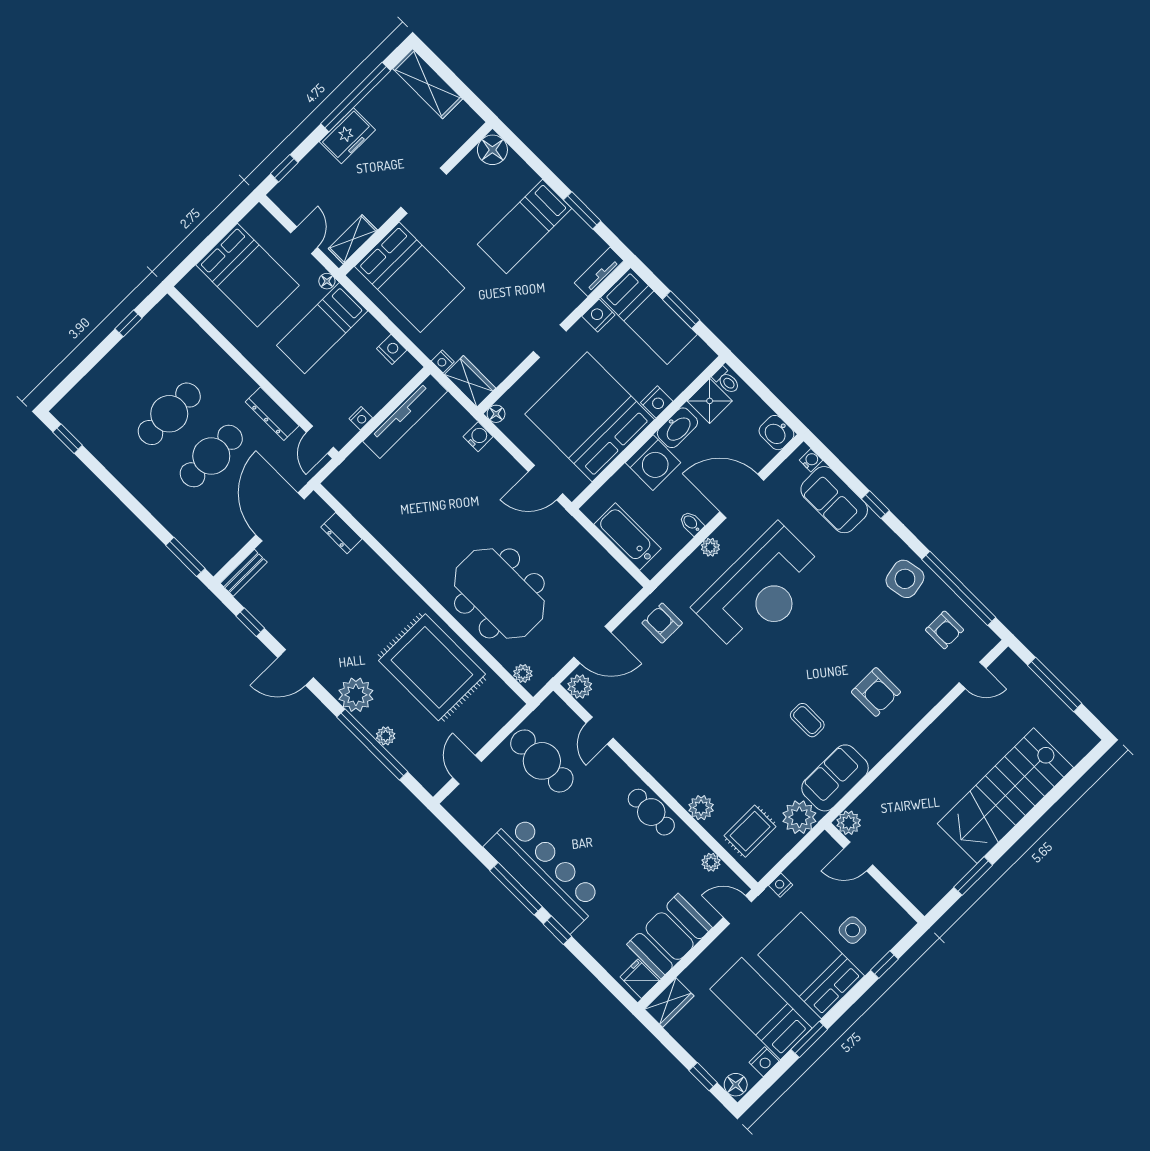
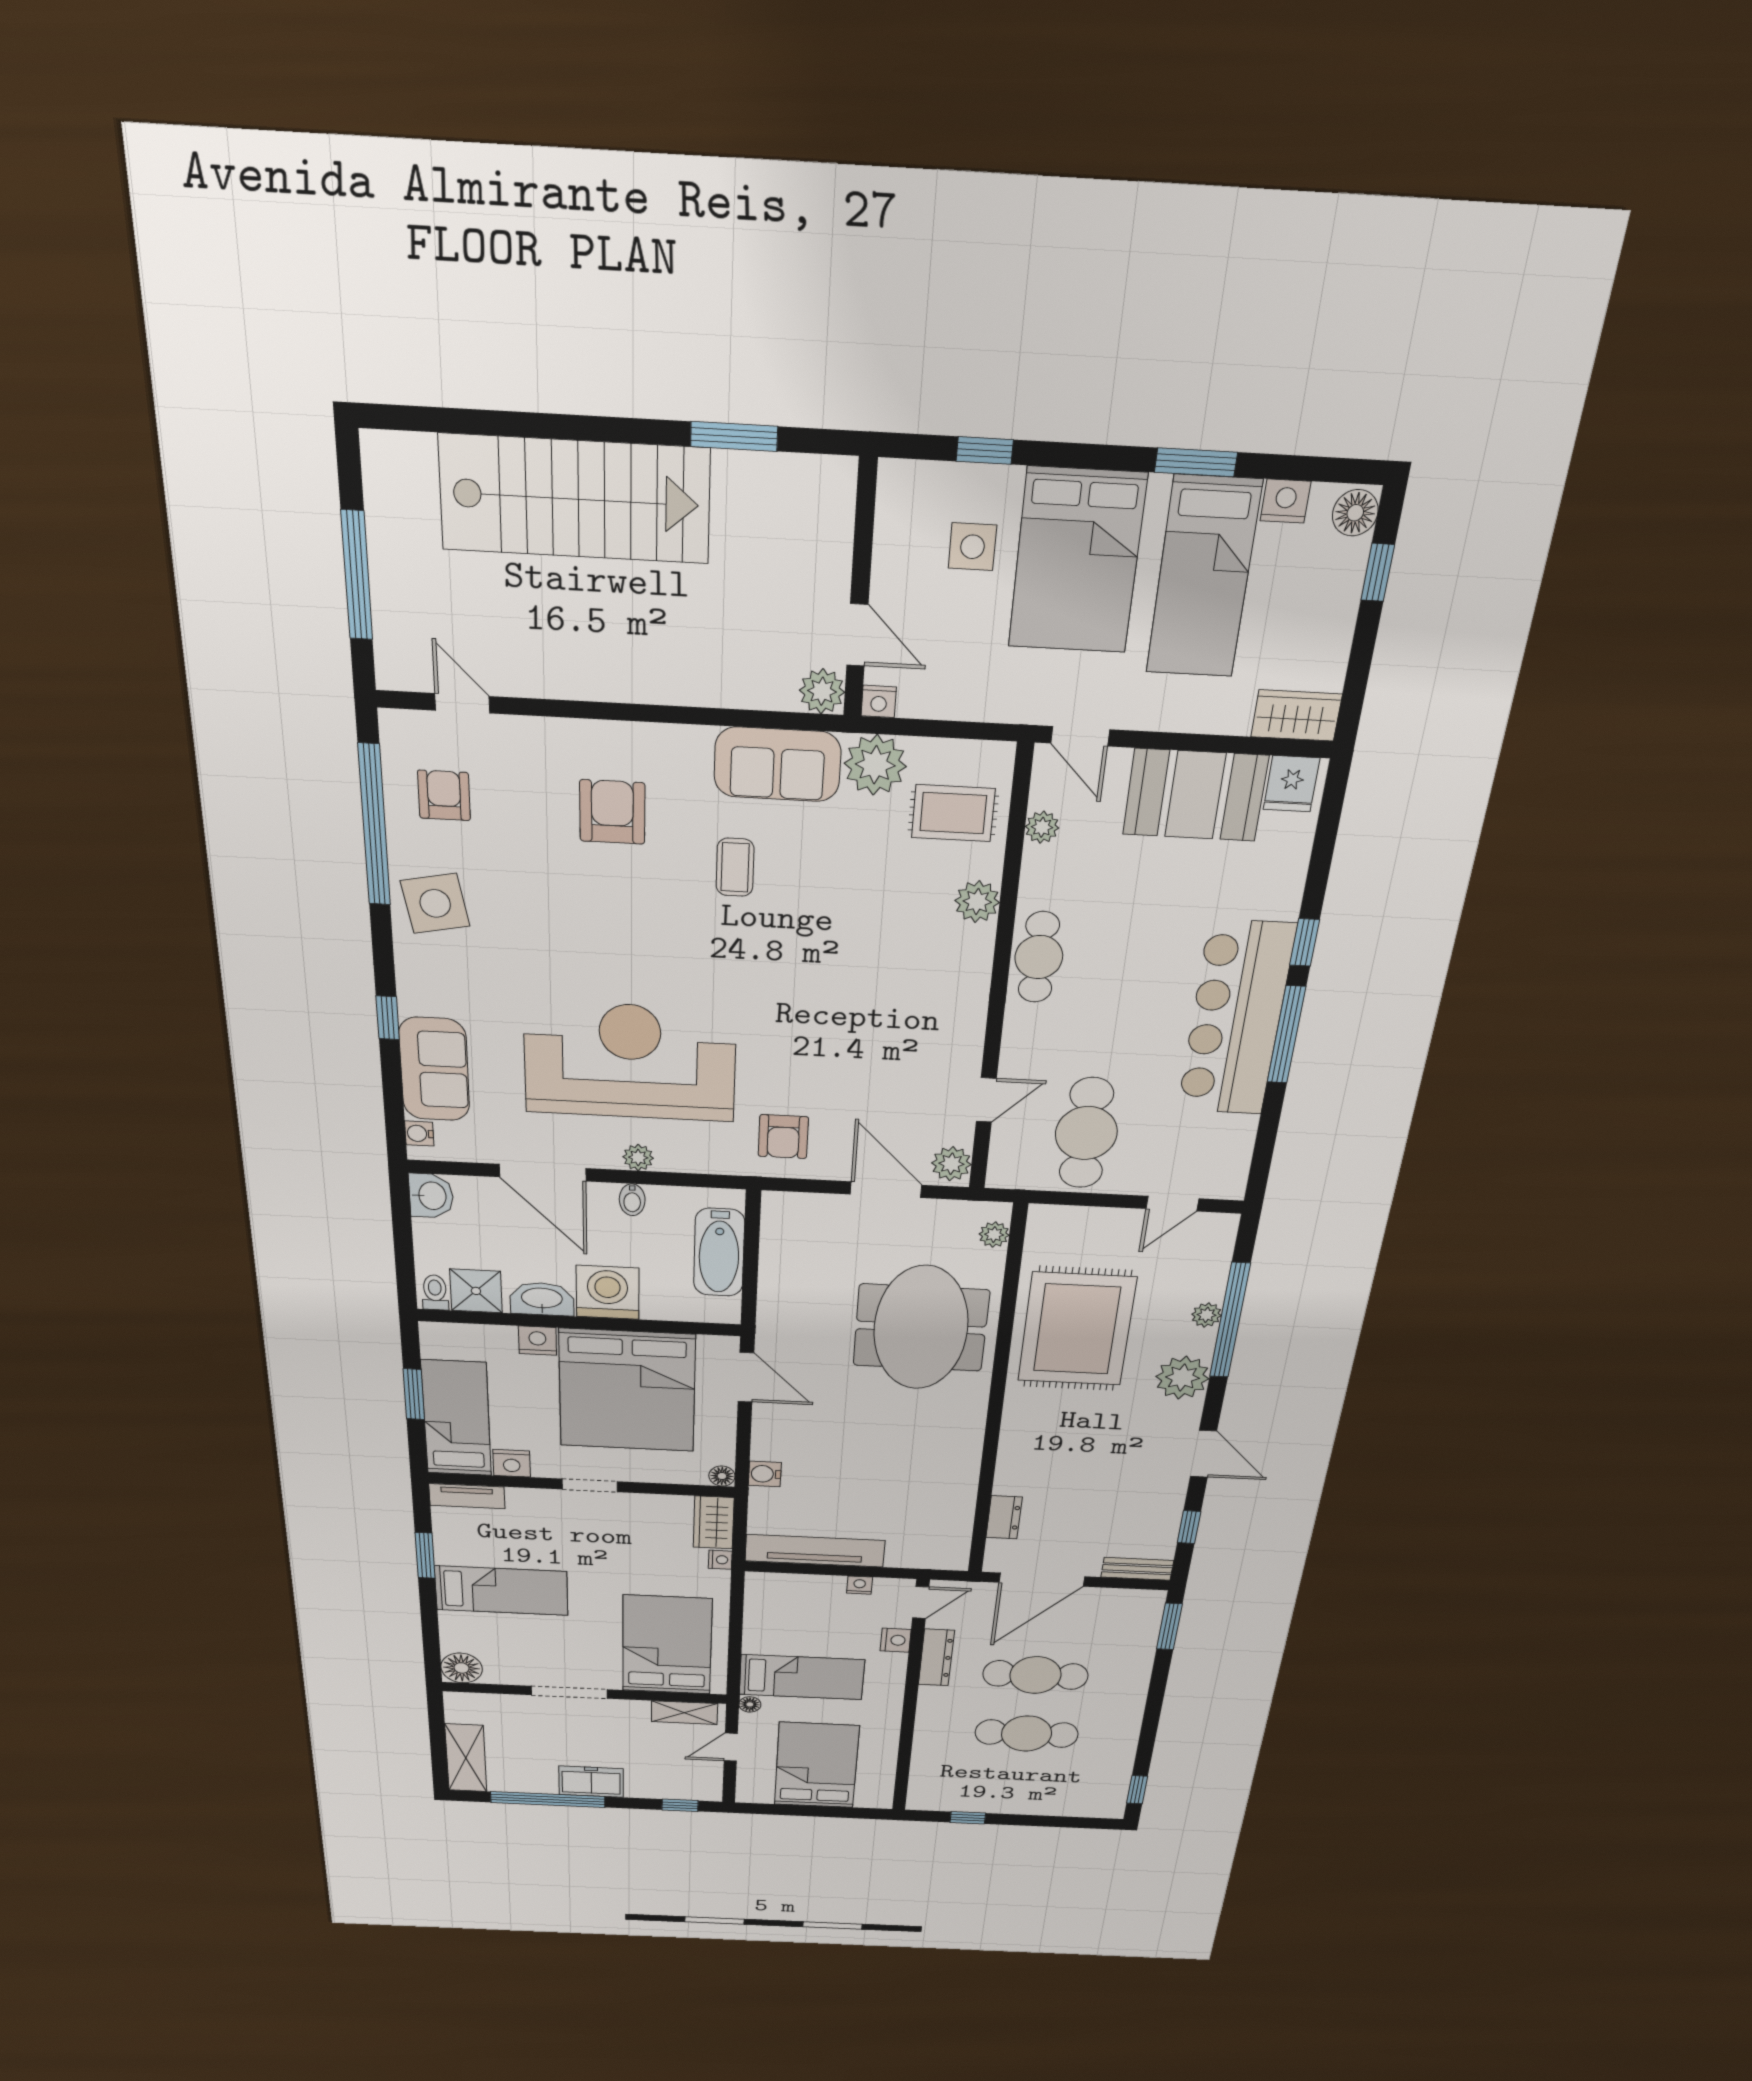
nightstand: (392, 349) -> (896, 1640), moved, turned 180
nightstand: (781, 885) -> (879, 701), moved

